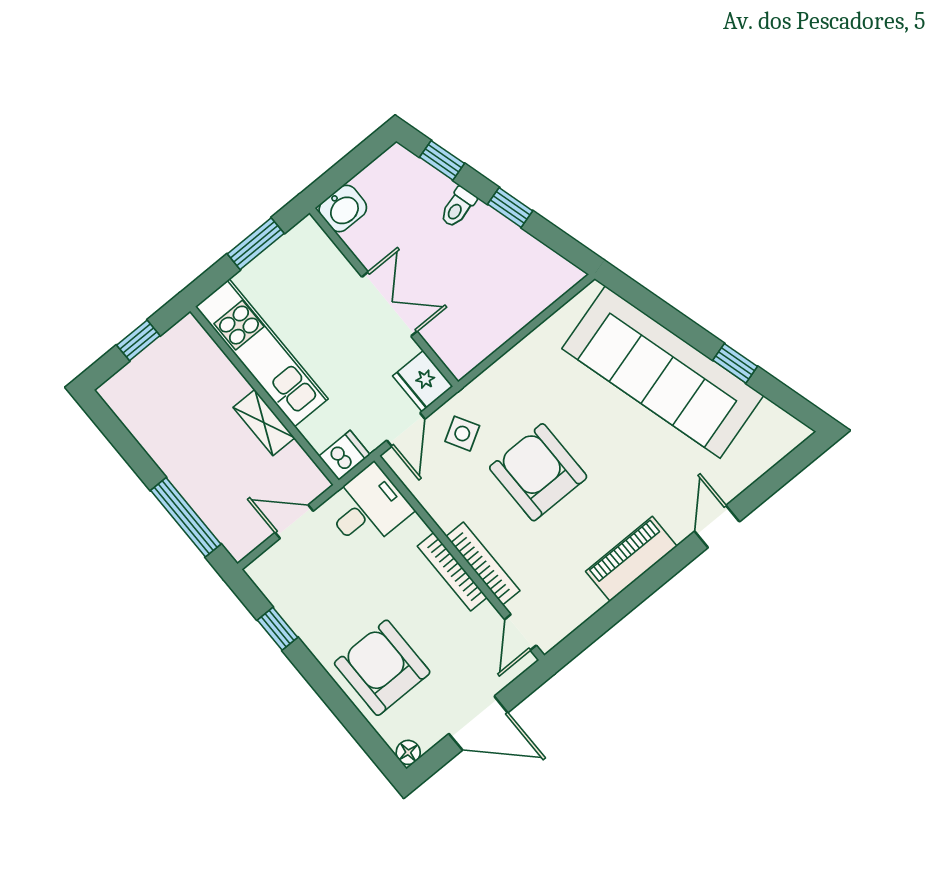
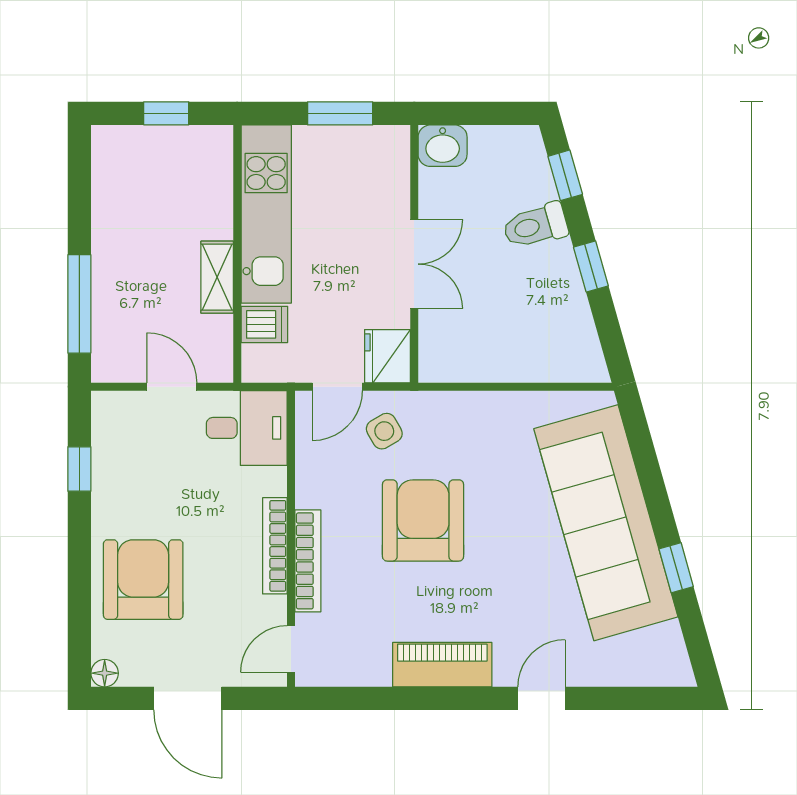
toilet: (458, 207) -> (535, 226), width x1.37, depth x1.39
dishwasher: (344, 455) -> (264, 324), moved

